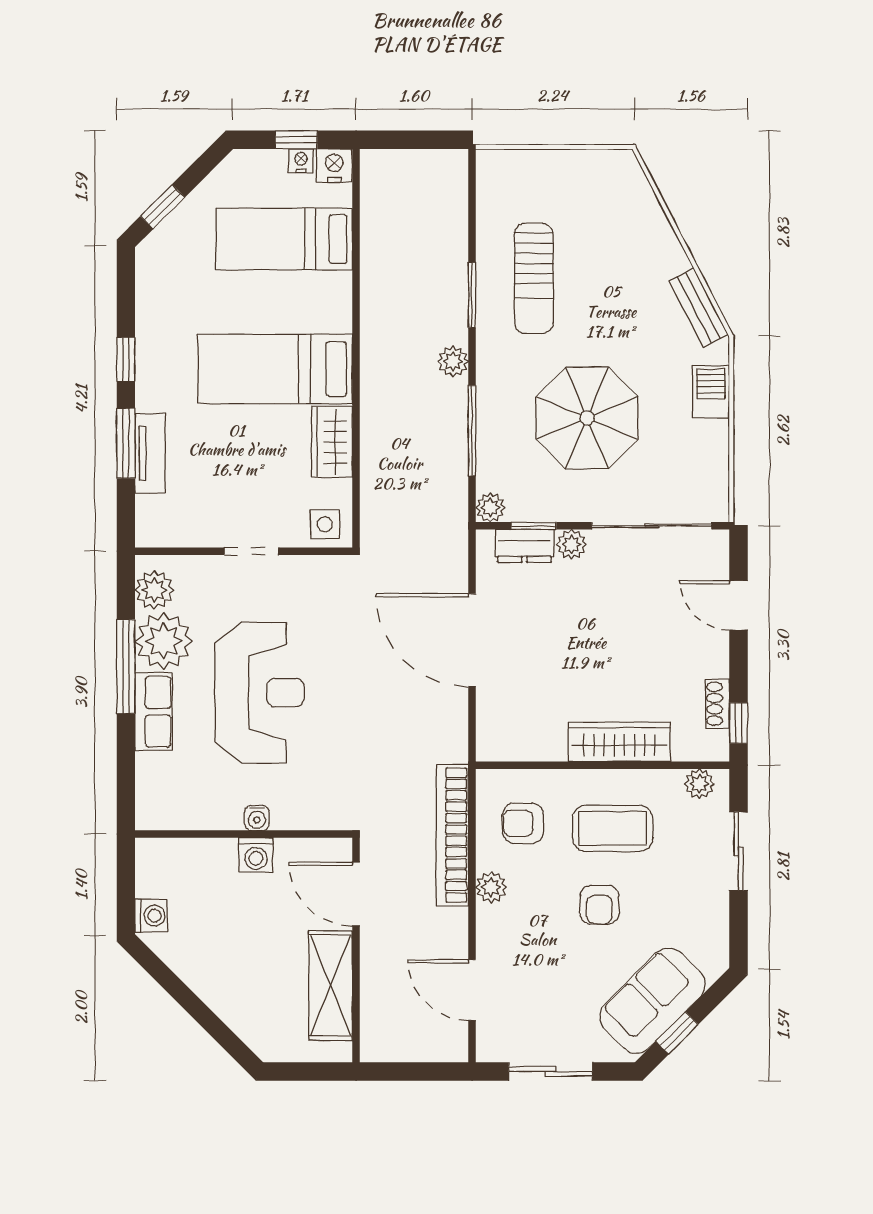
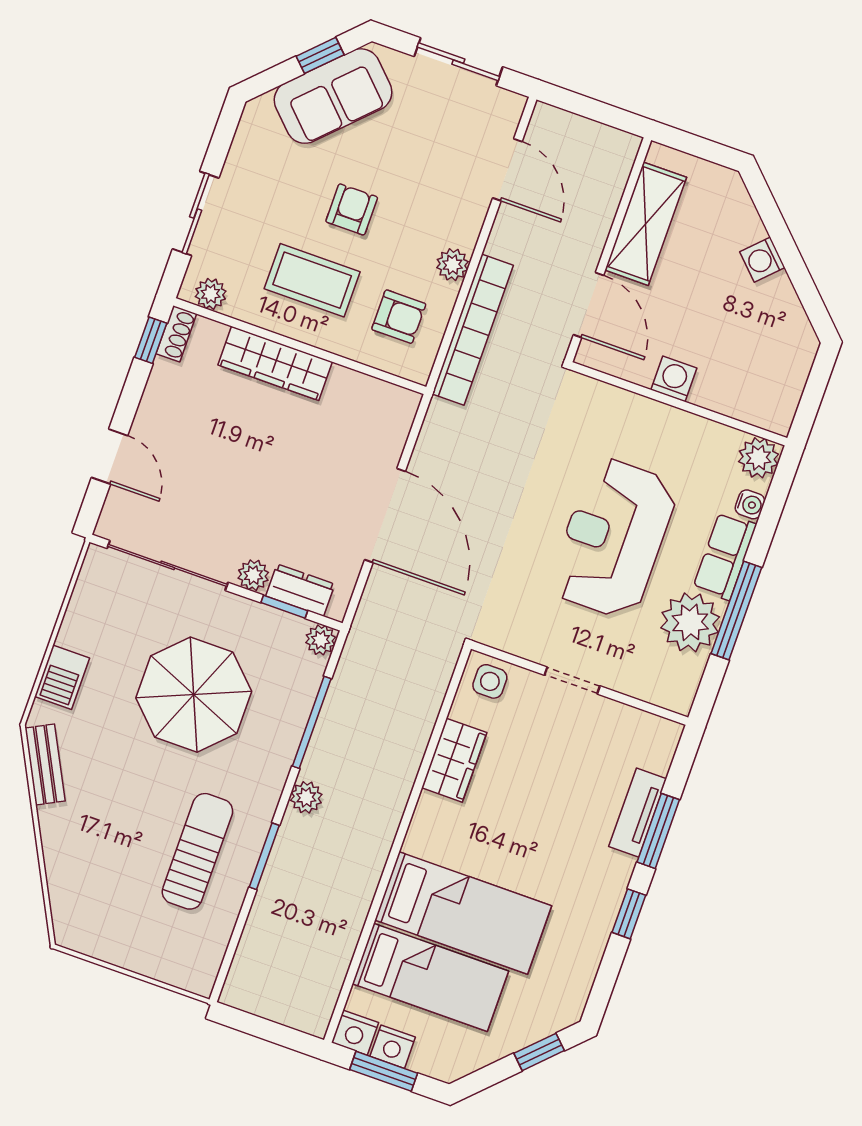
window: (296, 140) -> (384, 1071), width x1.50
nightstand: (301, 161) -> (393, 1047), width x1.39, depth x1.35
bed: (275, 369) -> (463, 913), moved
plant: (154, 590) -> (759, 458), moved
shoe rack: (718, 704) -> (176, 334), moved
water cooler: (257, 818) -> (750, 504), moved, turned 90
washing machine: (151, 916) -> (762, 260), moved, turned -45

